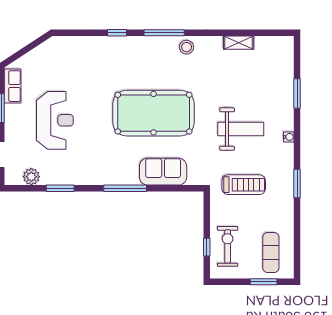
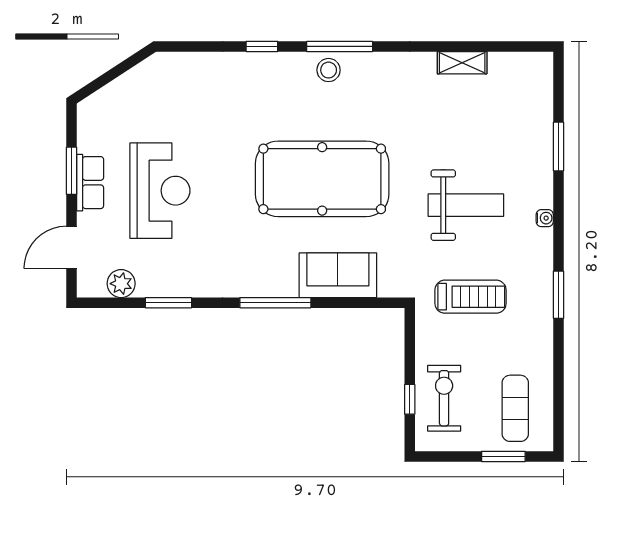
stool: (187, 47) -> (329, 70), moved
row of seats: (13, 86) -> (90, 183), moved

